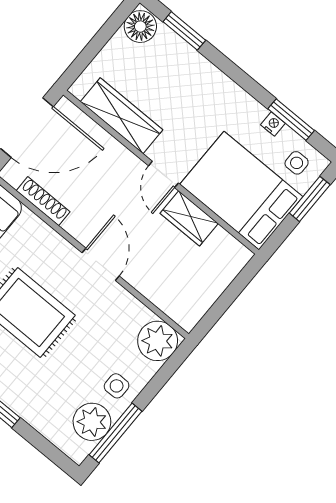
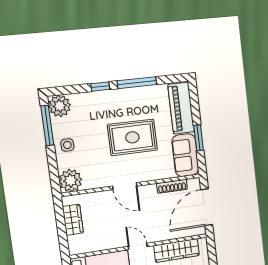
wardrobe: (189, 218) -> (73, 220), moved, turned 90
plant: (92, 422) -> (60, 106), moved

